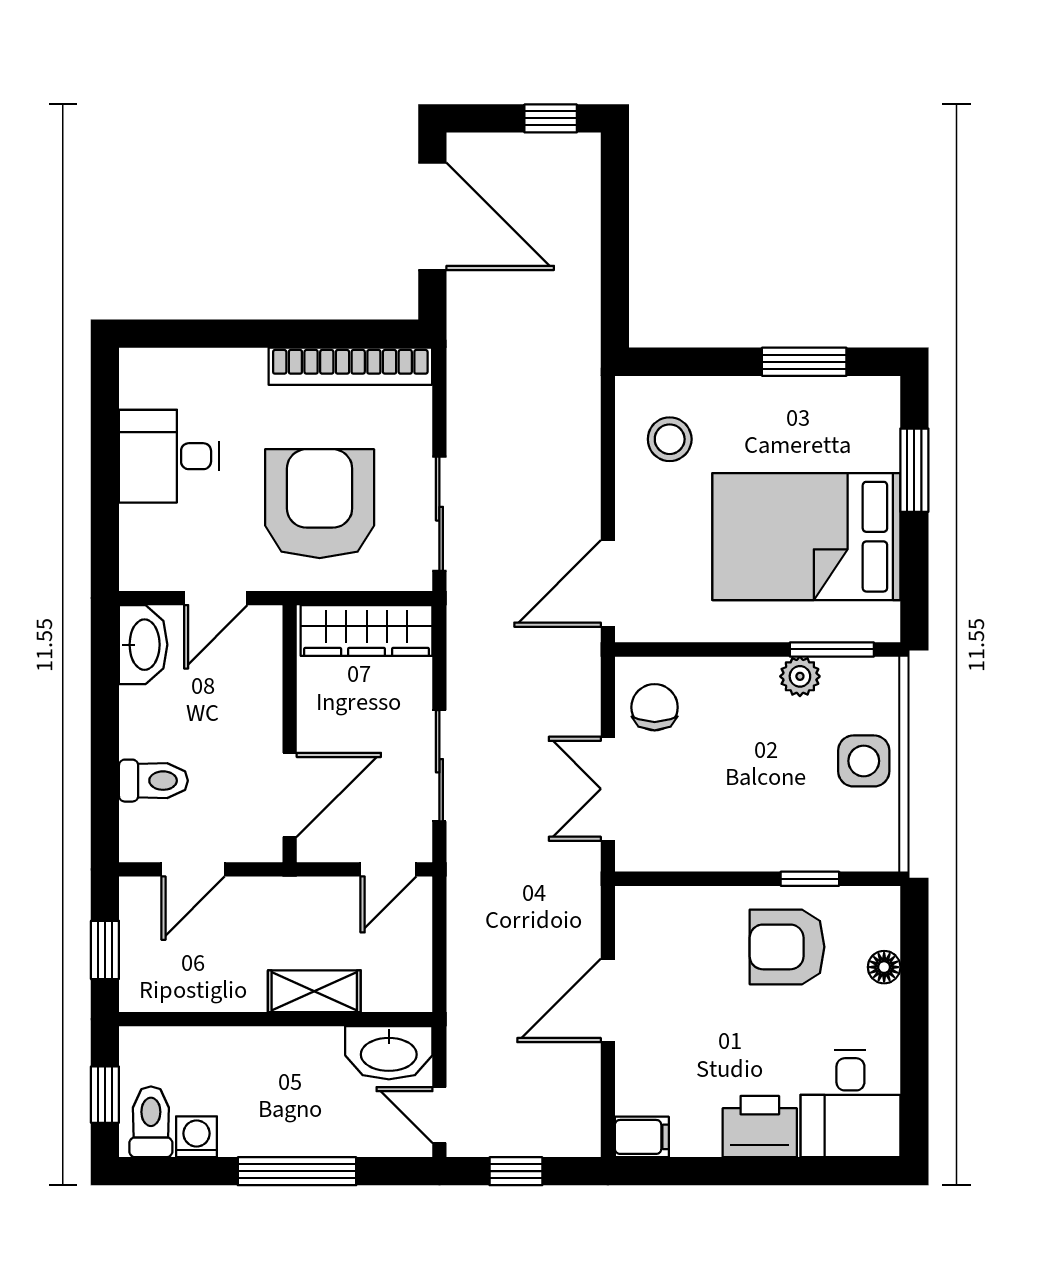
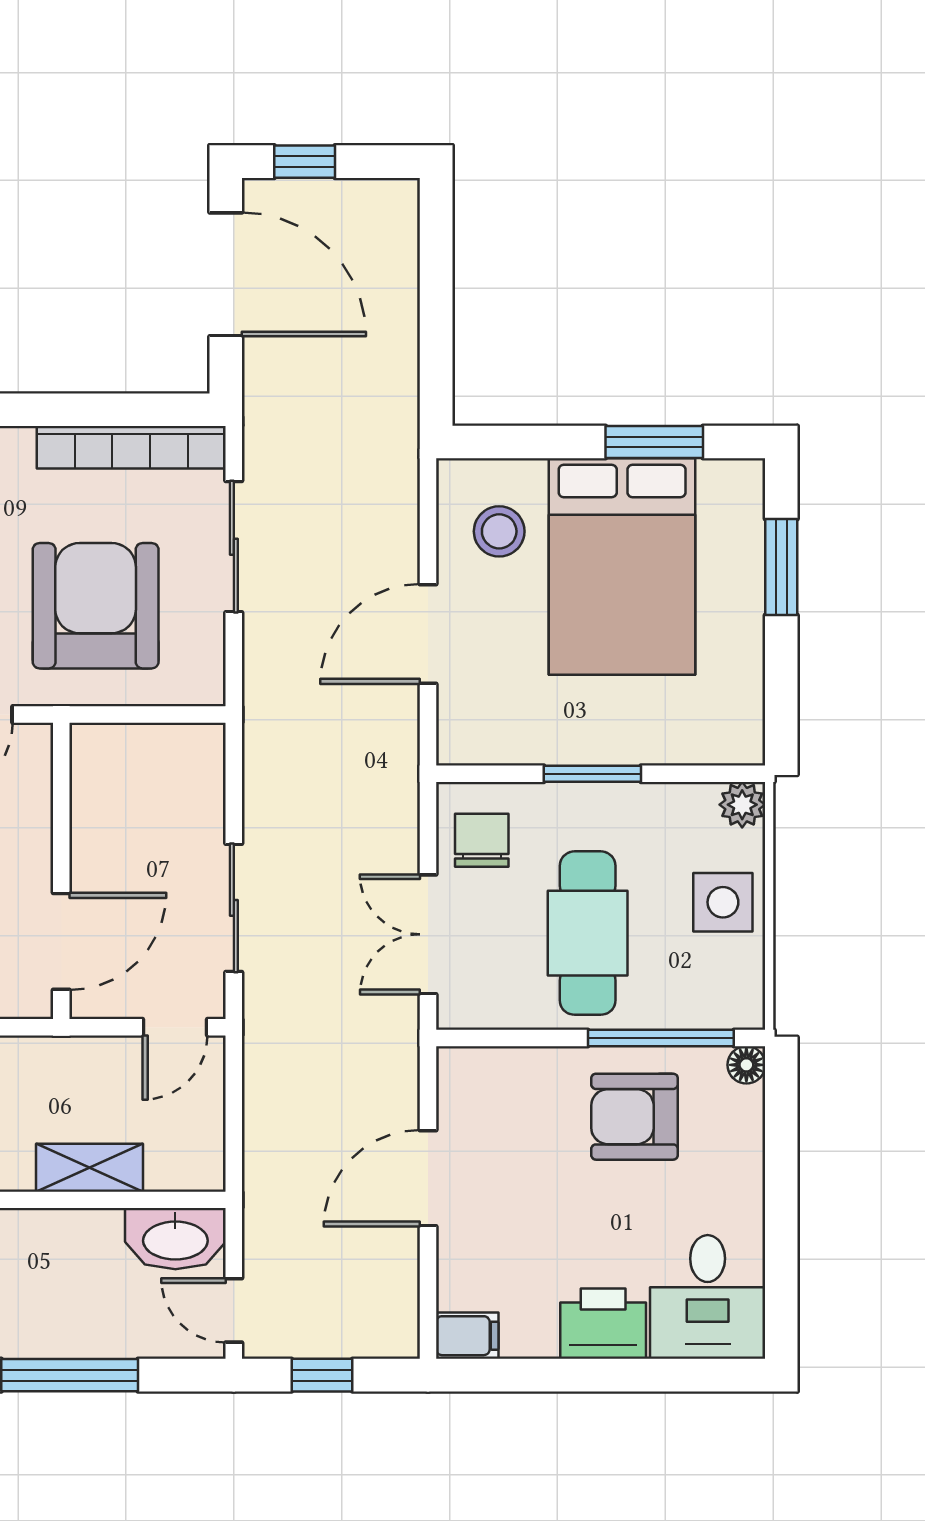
window: (551, 118) -> (305, 162), moved
sliding door: (439, 514) -> (234, 547), moved
bed: (806, 537) -> (622, 567), moved, turned -90
door: (608, 584) -> (428, 634), moved
wardrobe: (367, 631) -> (150, 752), removed
window: (832, 649) -> (592, 774), moved
plant: (800, 676) -> (742, 805), moved
cafe table: (746, 788) -> (588, 933), added
window: (810, 879) -> (661, 1038), width x2.17
floor lamp: (884, 967) -> (746, 1065), moved

